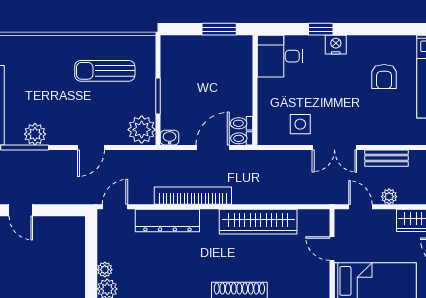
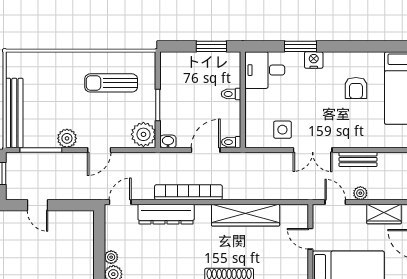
window: (321, 29) -> (300, 46), width x1.50
toilet: (241, 123) -> (231, 94), moved
plant: (35, 134) -> (67, 138), moved

